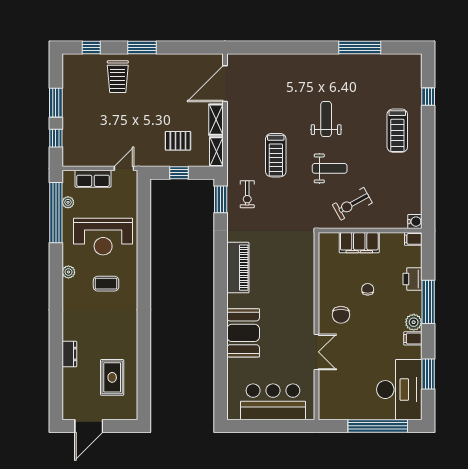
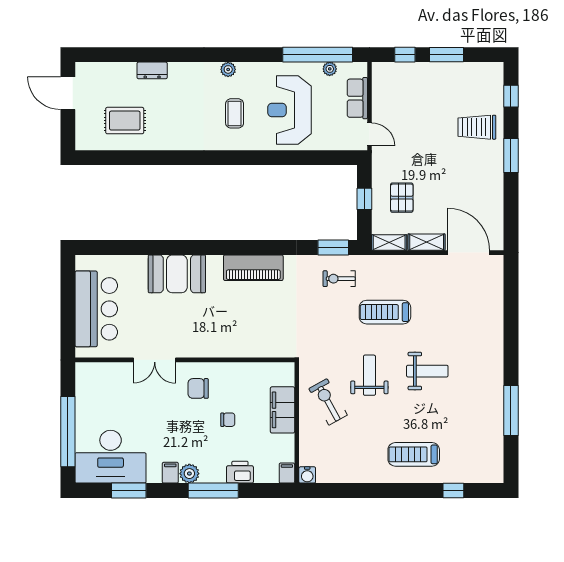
weight bench: (330, 168) -> (369, 375), turned 180
plant: (68, 272) -> (228, 69), moved

